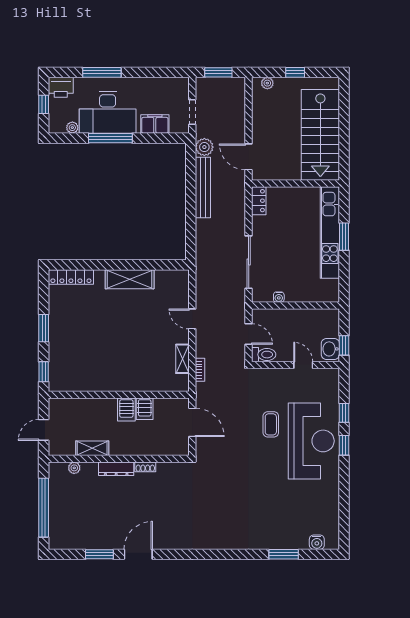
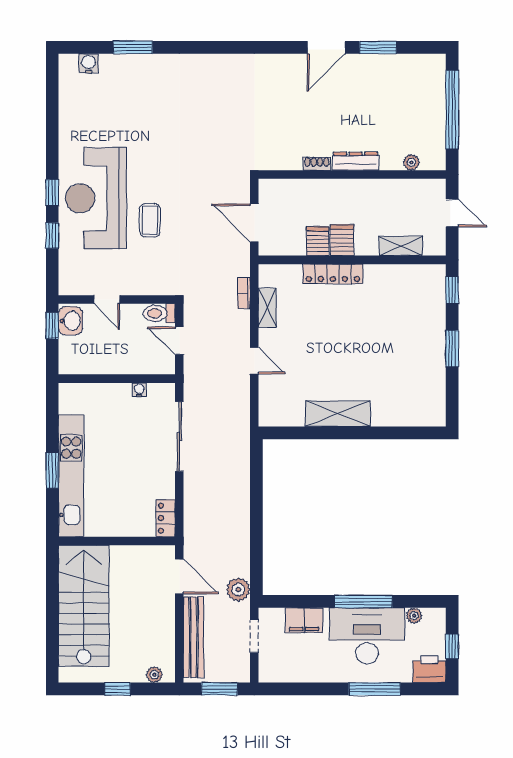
bench: (203, 188) -> (194, 637), moved
locker: (71, 277) -> (333, 274), moved, turned 180
door: (44, 430) -> (452, 213), hinge flipped
shelving: (92, 448) -> (401, 246), moved

